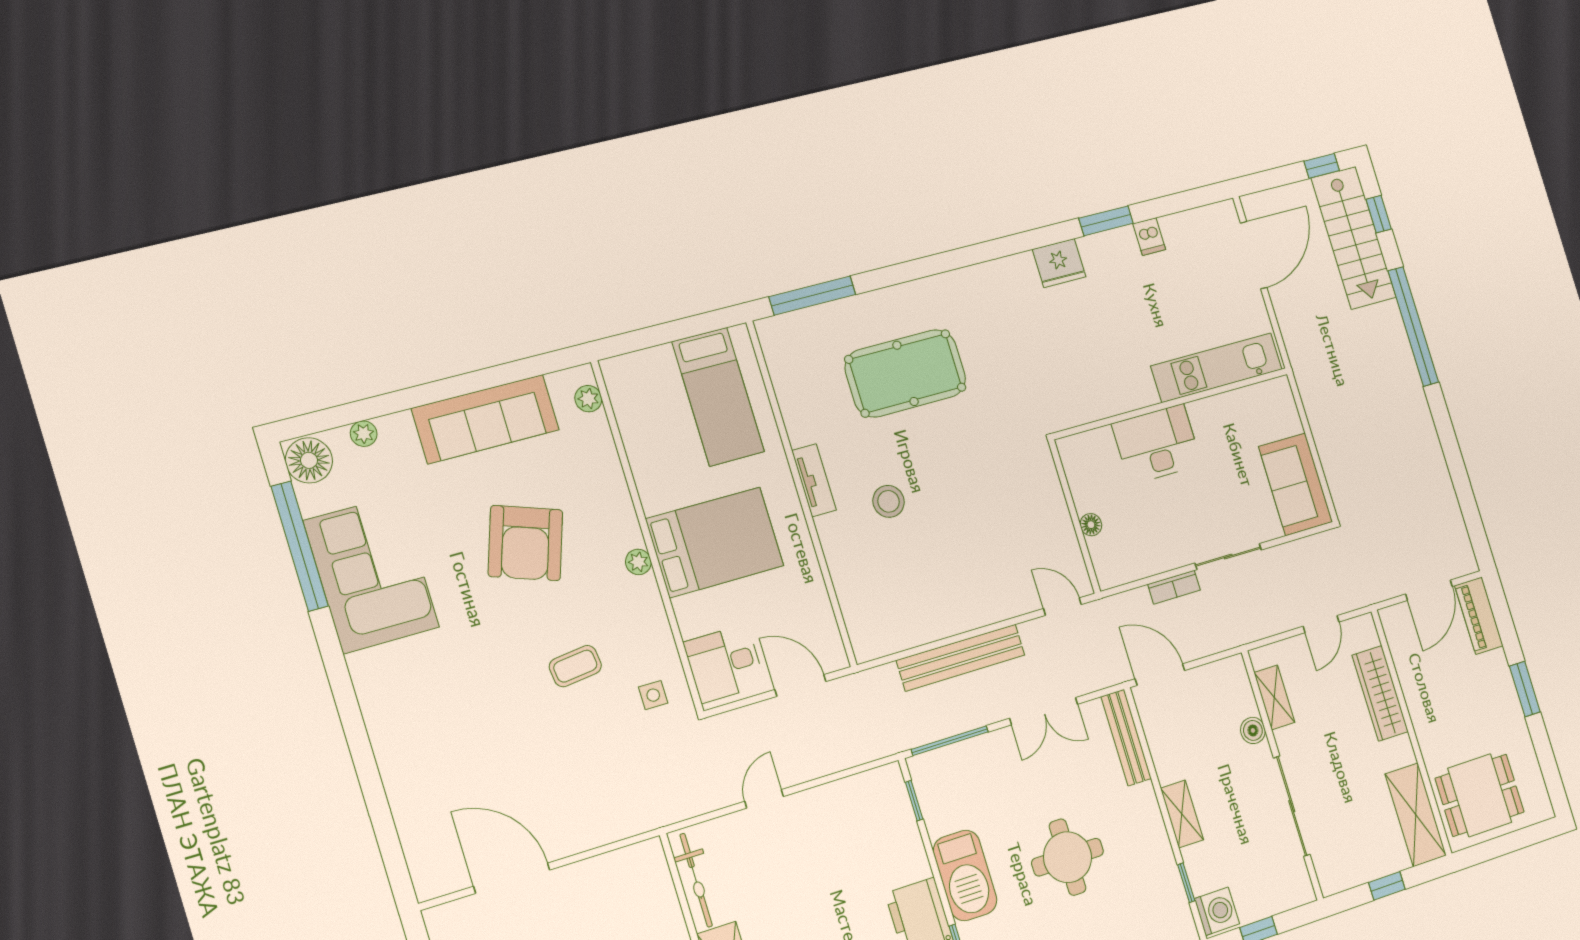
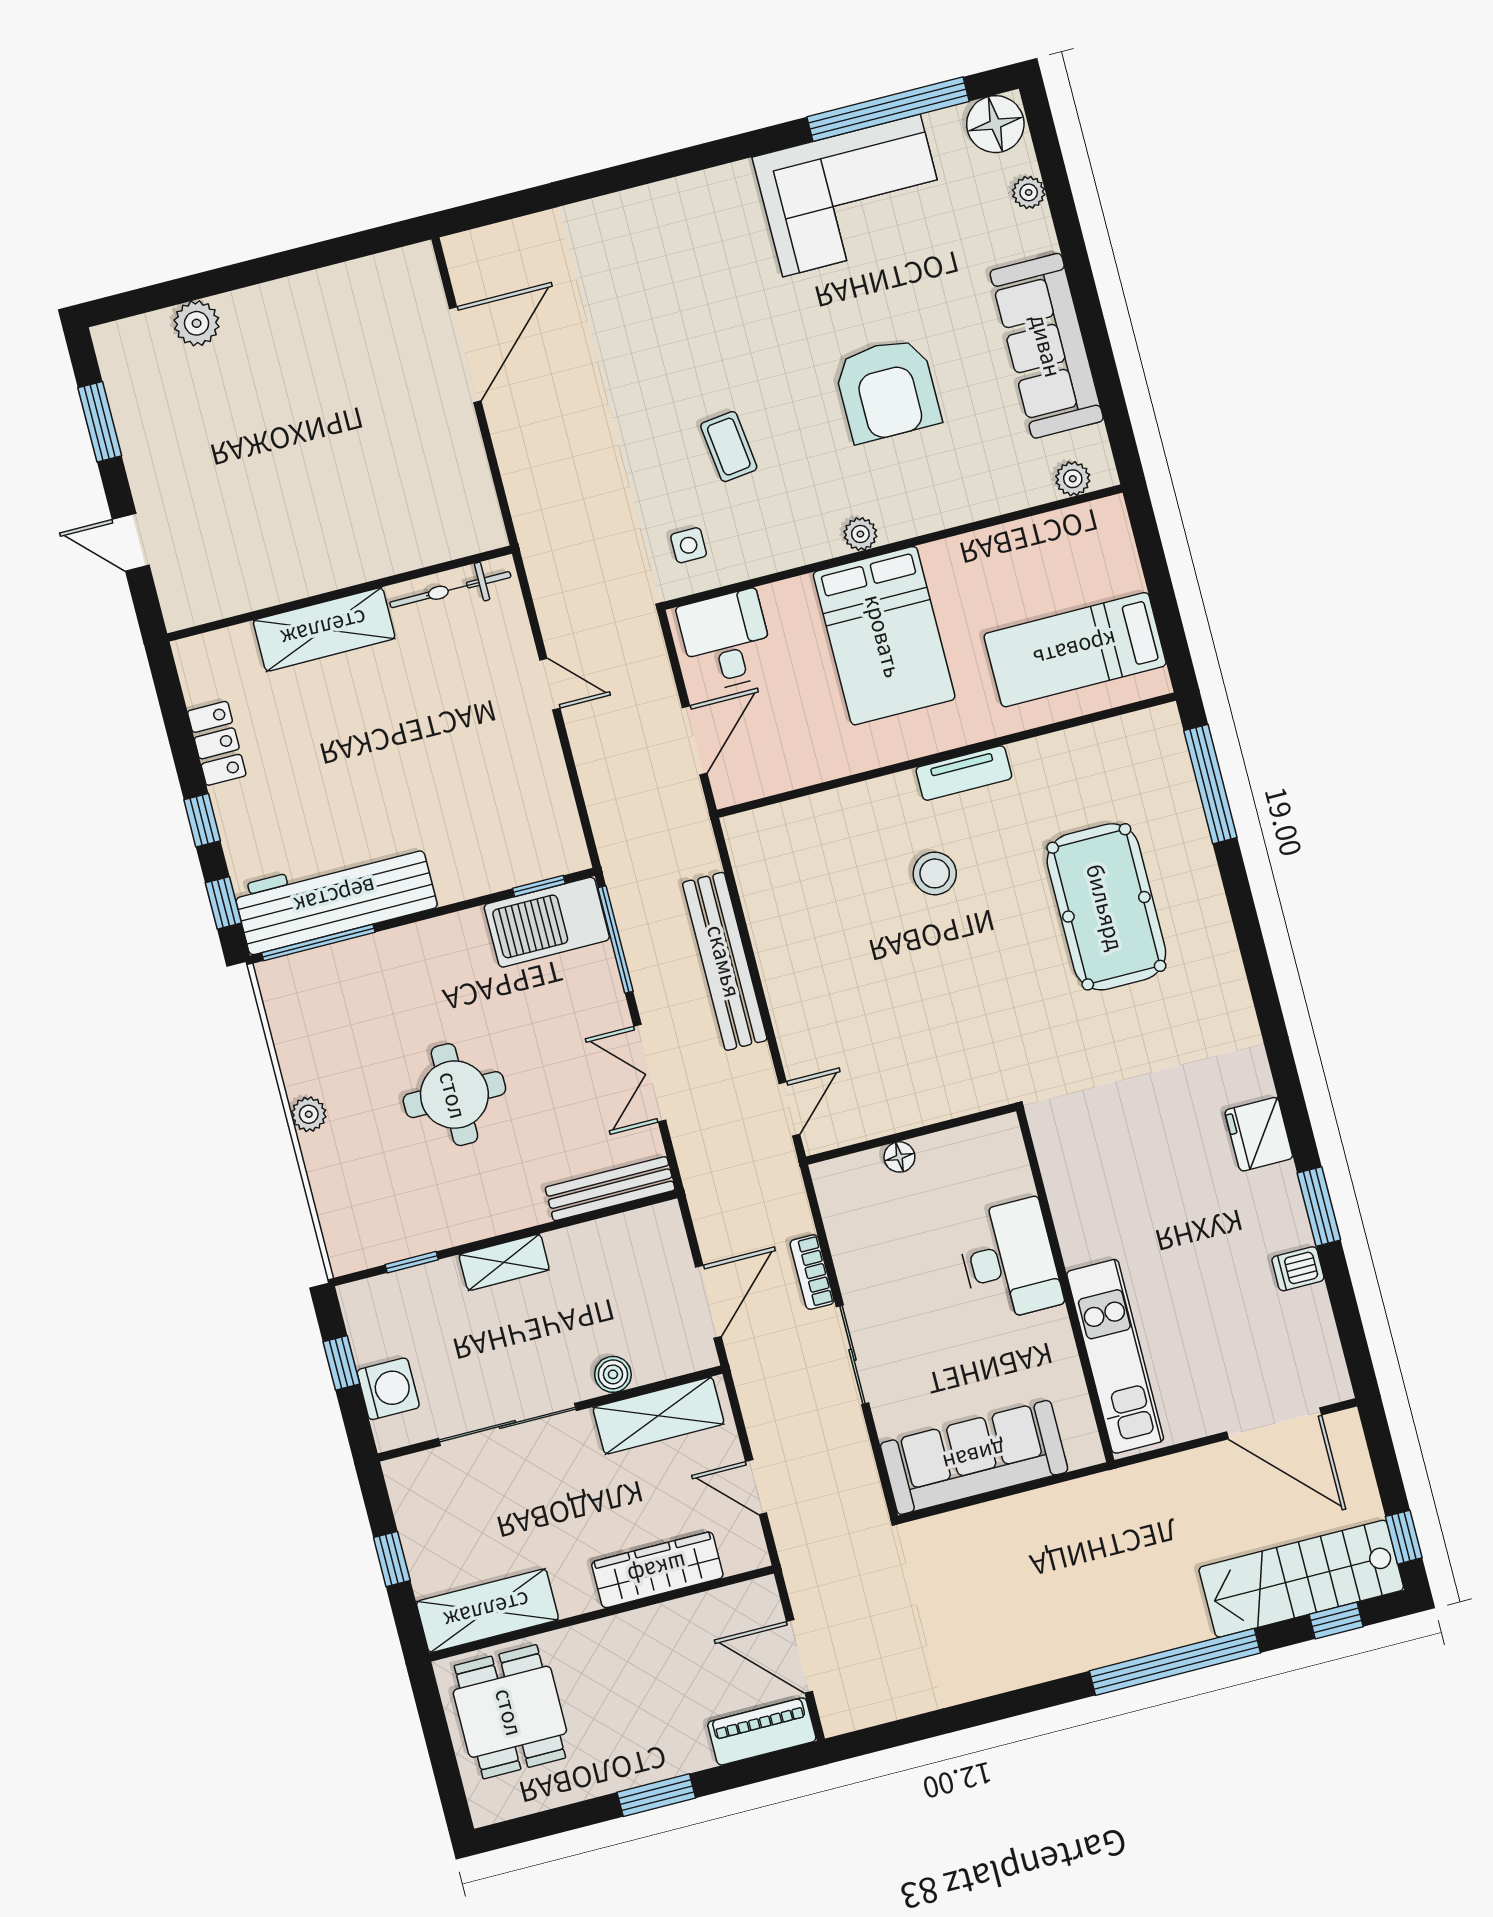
sofa: (1296, 484) -> (974, 1457), width x1.36
armchair: (525, 543) -> (887, 390), turned -109
door: (1160, 675) -> (708, 1302), moved
shelving: (1274, 697) -> (658, 1416), width x1.50, depth x1.33
barbecue: (965, 875) -> (547, 922), moved
washing machine: (1217, 911) -> (388, 1389), moved, turned -90

